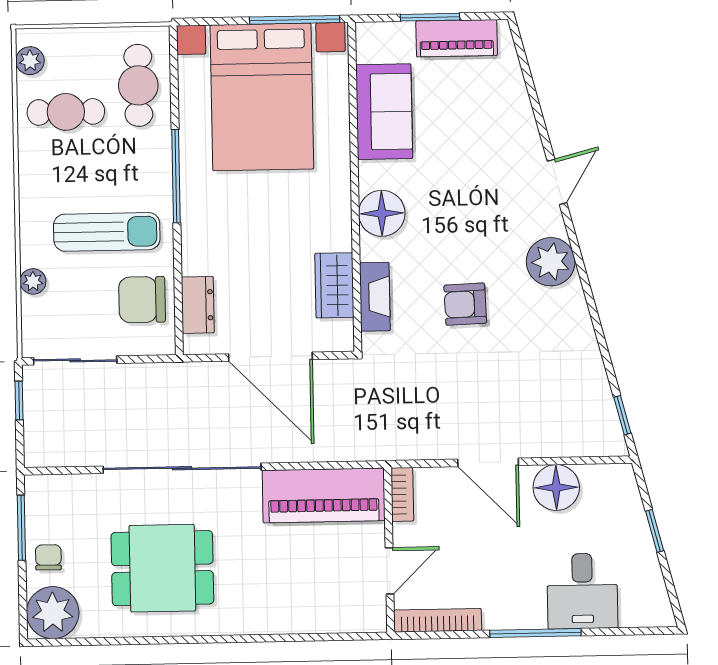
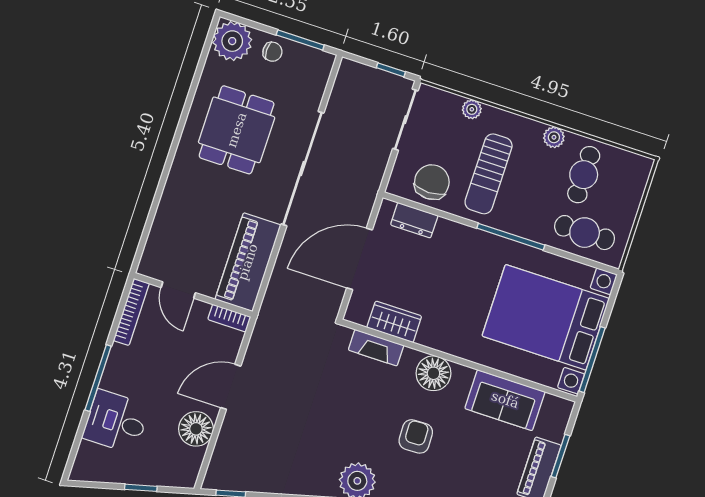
plant: (30, 61) -> (554, 137), moved
armchair: (465, 304) -> (416, 436), moved

